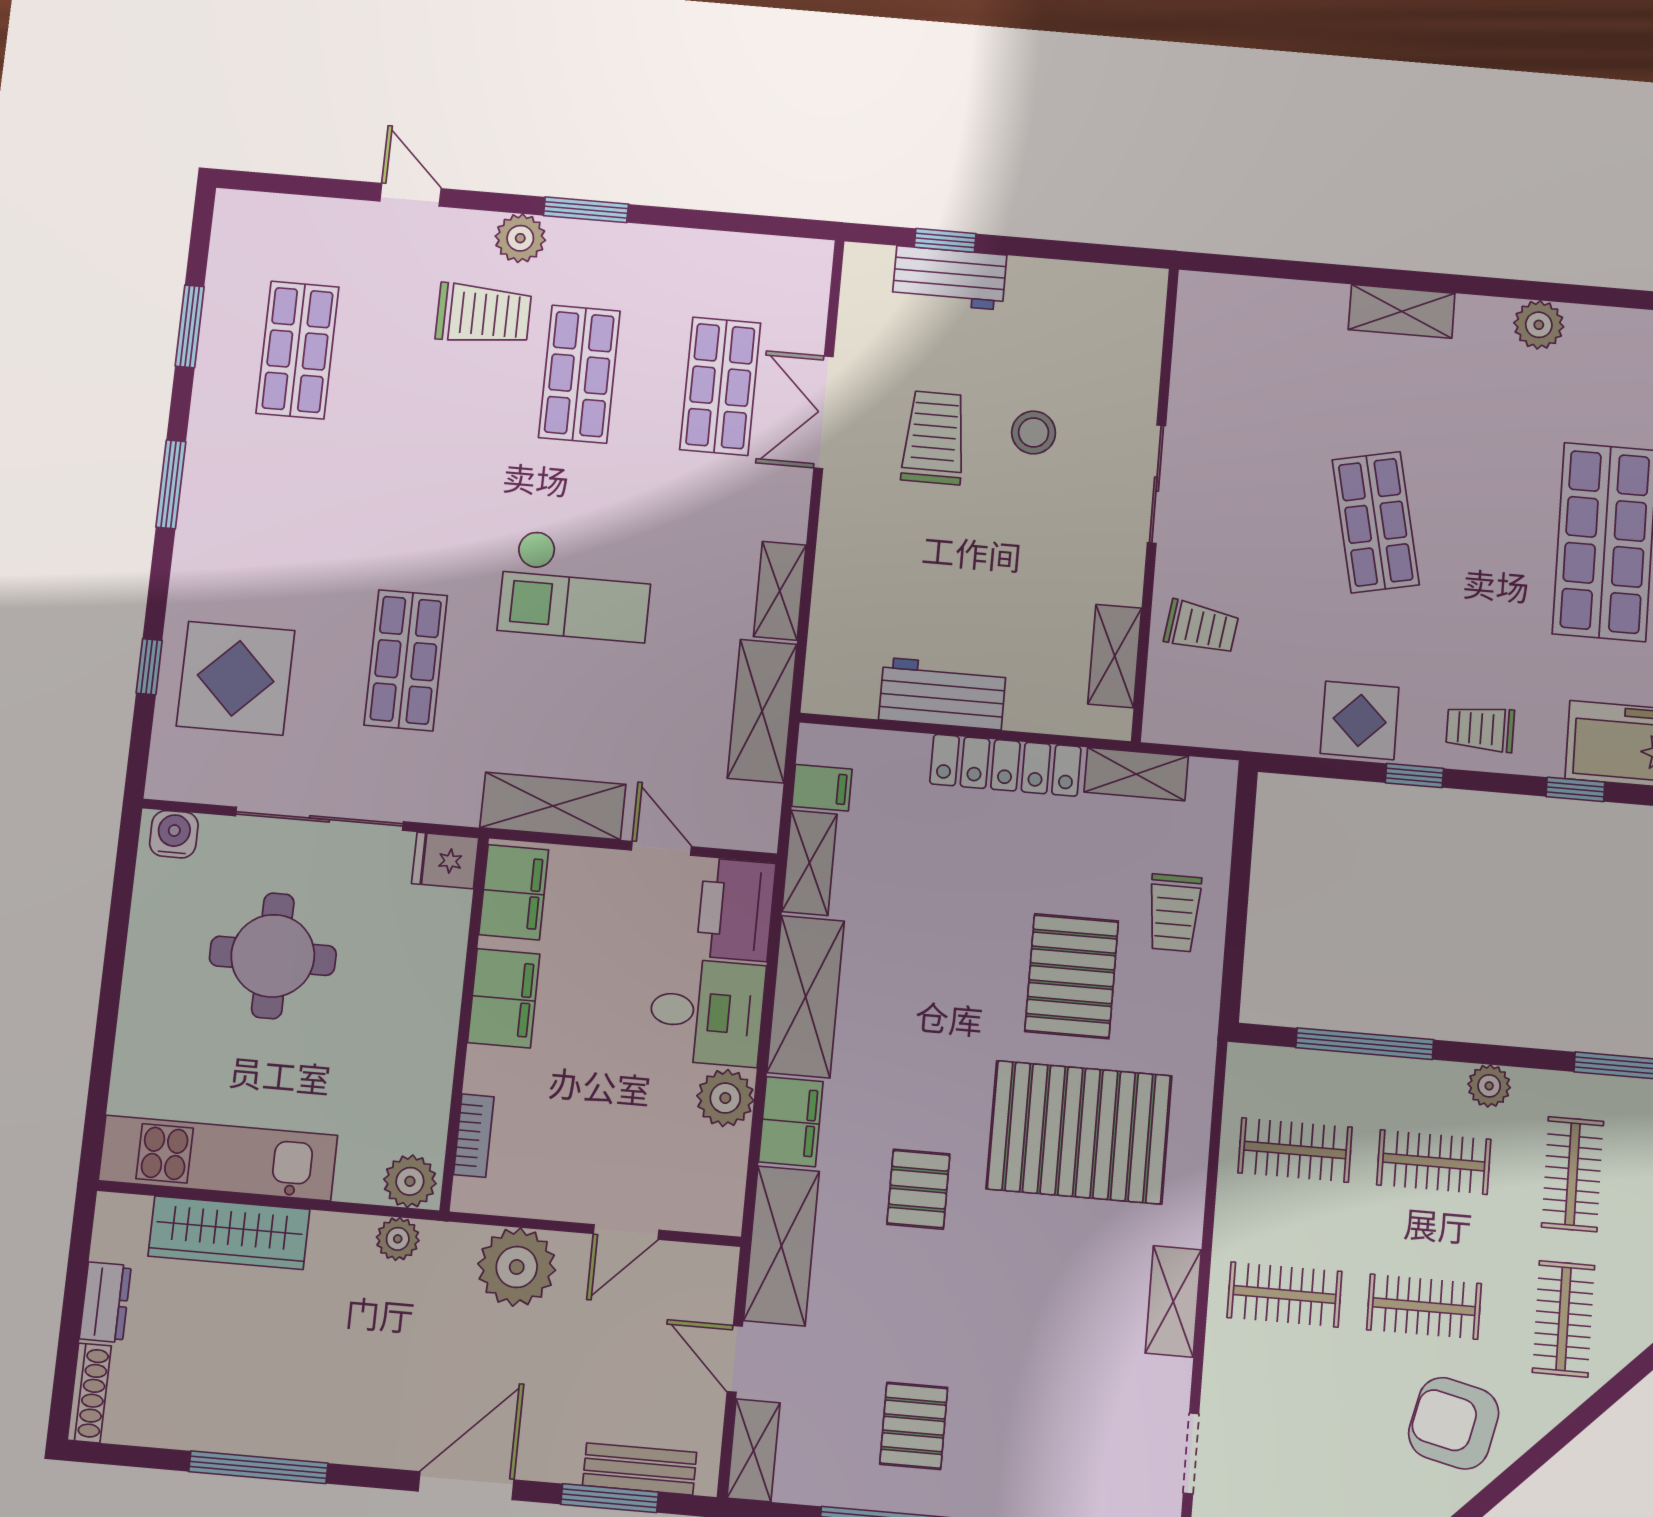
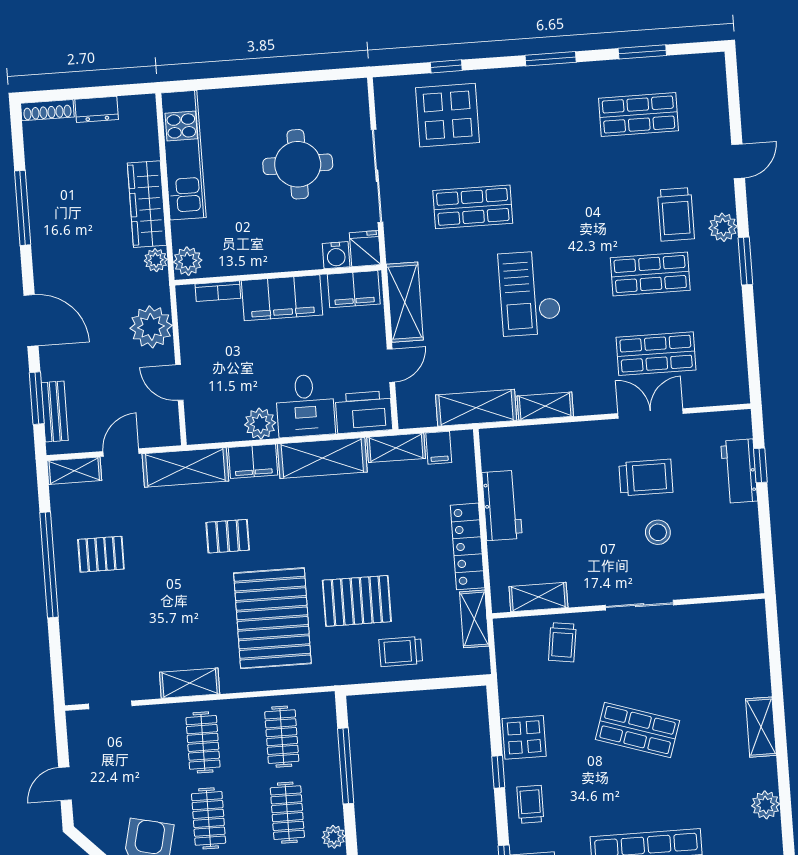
shop shelf: (1376, 522) -> (638, 730), turned 30
water cooler: (174, 834) -> (336, 255), moved, turned 90
filing cabinet: (504, 998) -> (282, 298), width x1.50, depth x1.17
wardrobe: (229, 1233) -> (147, 204), moved

